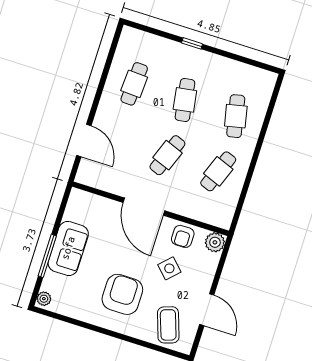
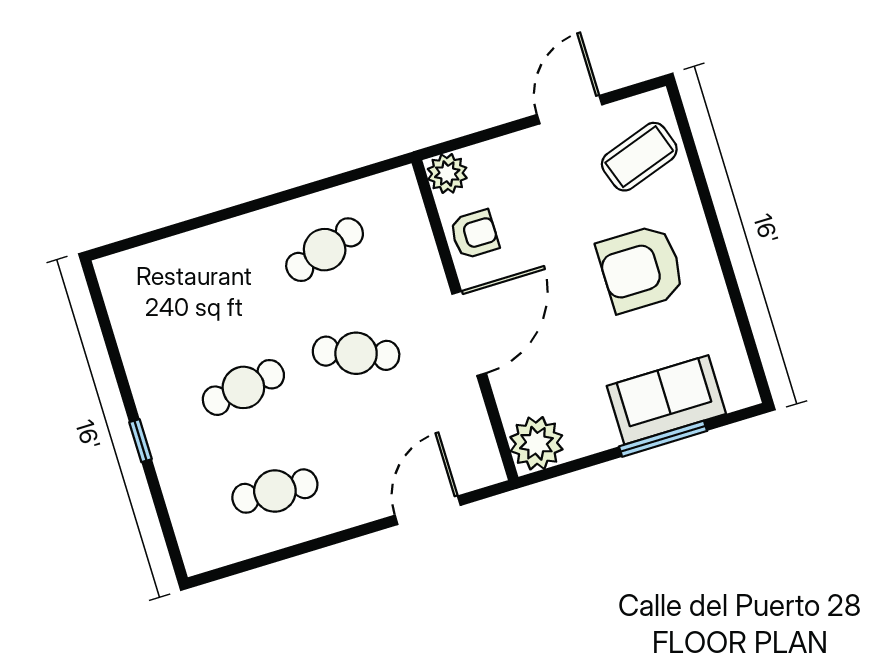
cafe table: (236, 116) -> (212, 284), removed
cafe table: (218, 171) -> (325, 250), turned -39
sofa: (68, 248) -> (666, 400), moved
side table: (169, 268) -> (543, 220), removed
plant: (44, 299) -> (536, 443), moved, width x1.87, depth x1.87

